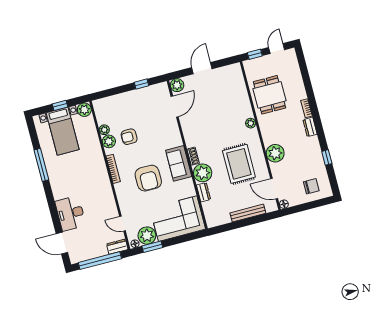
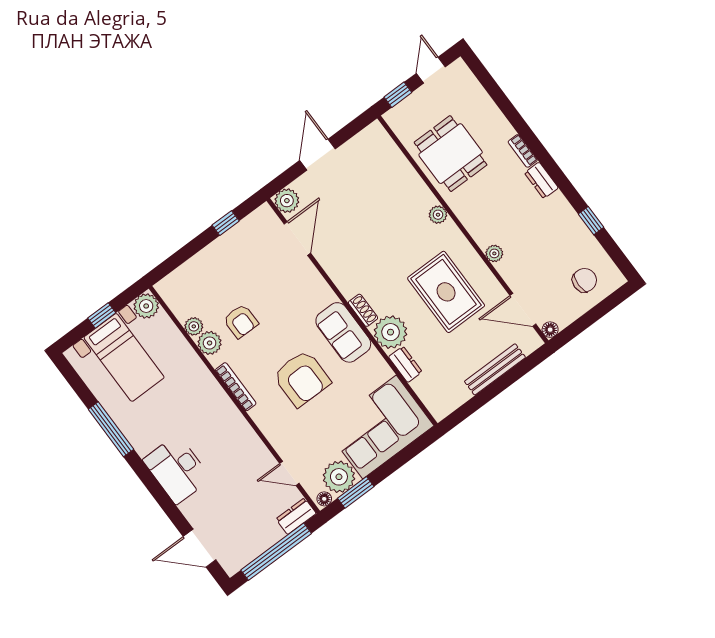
armchair: (129, 137) -> (241, 321), turned -90
plant: (275, 153) -> (494, 253), width x0.53, depth x0.53
desk: (70, 213) -> (177, 469), moved

